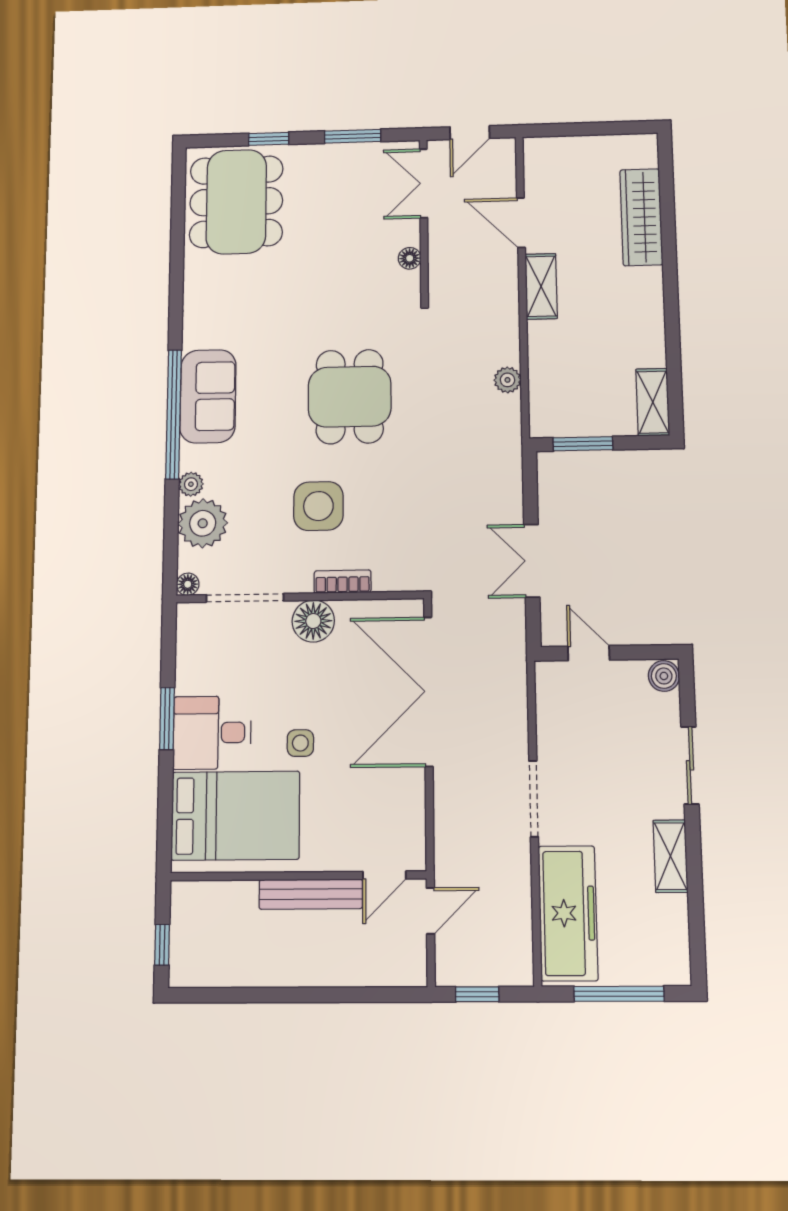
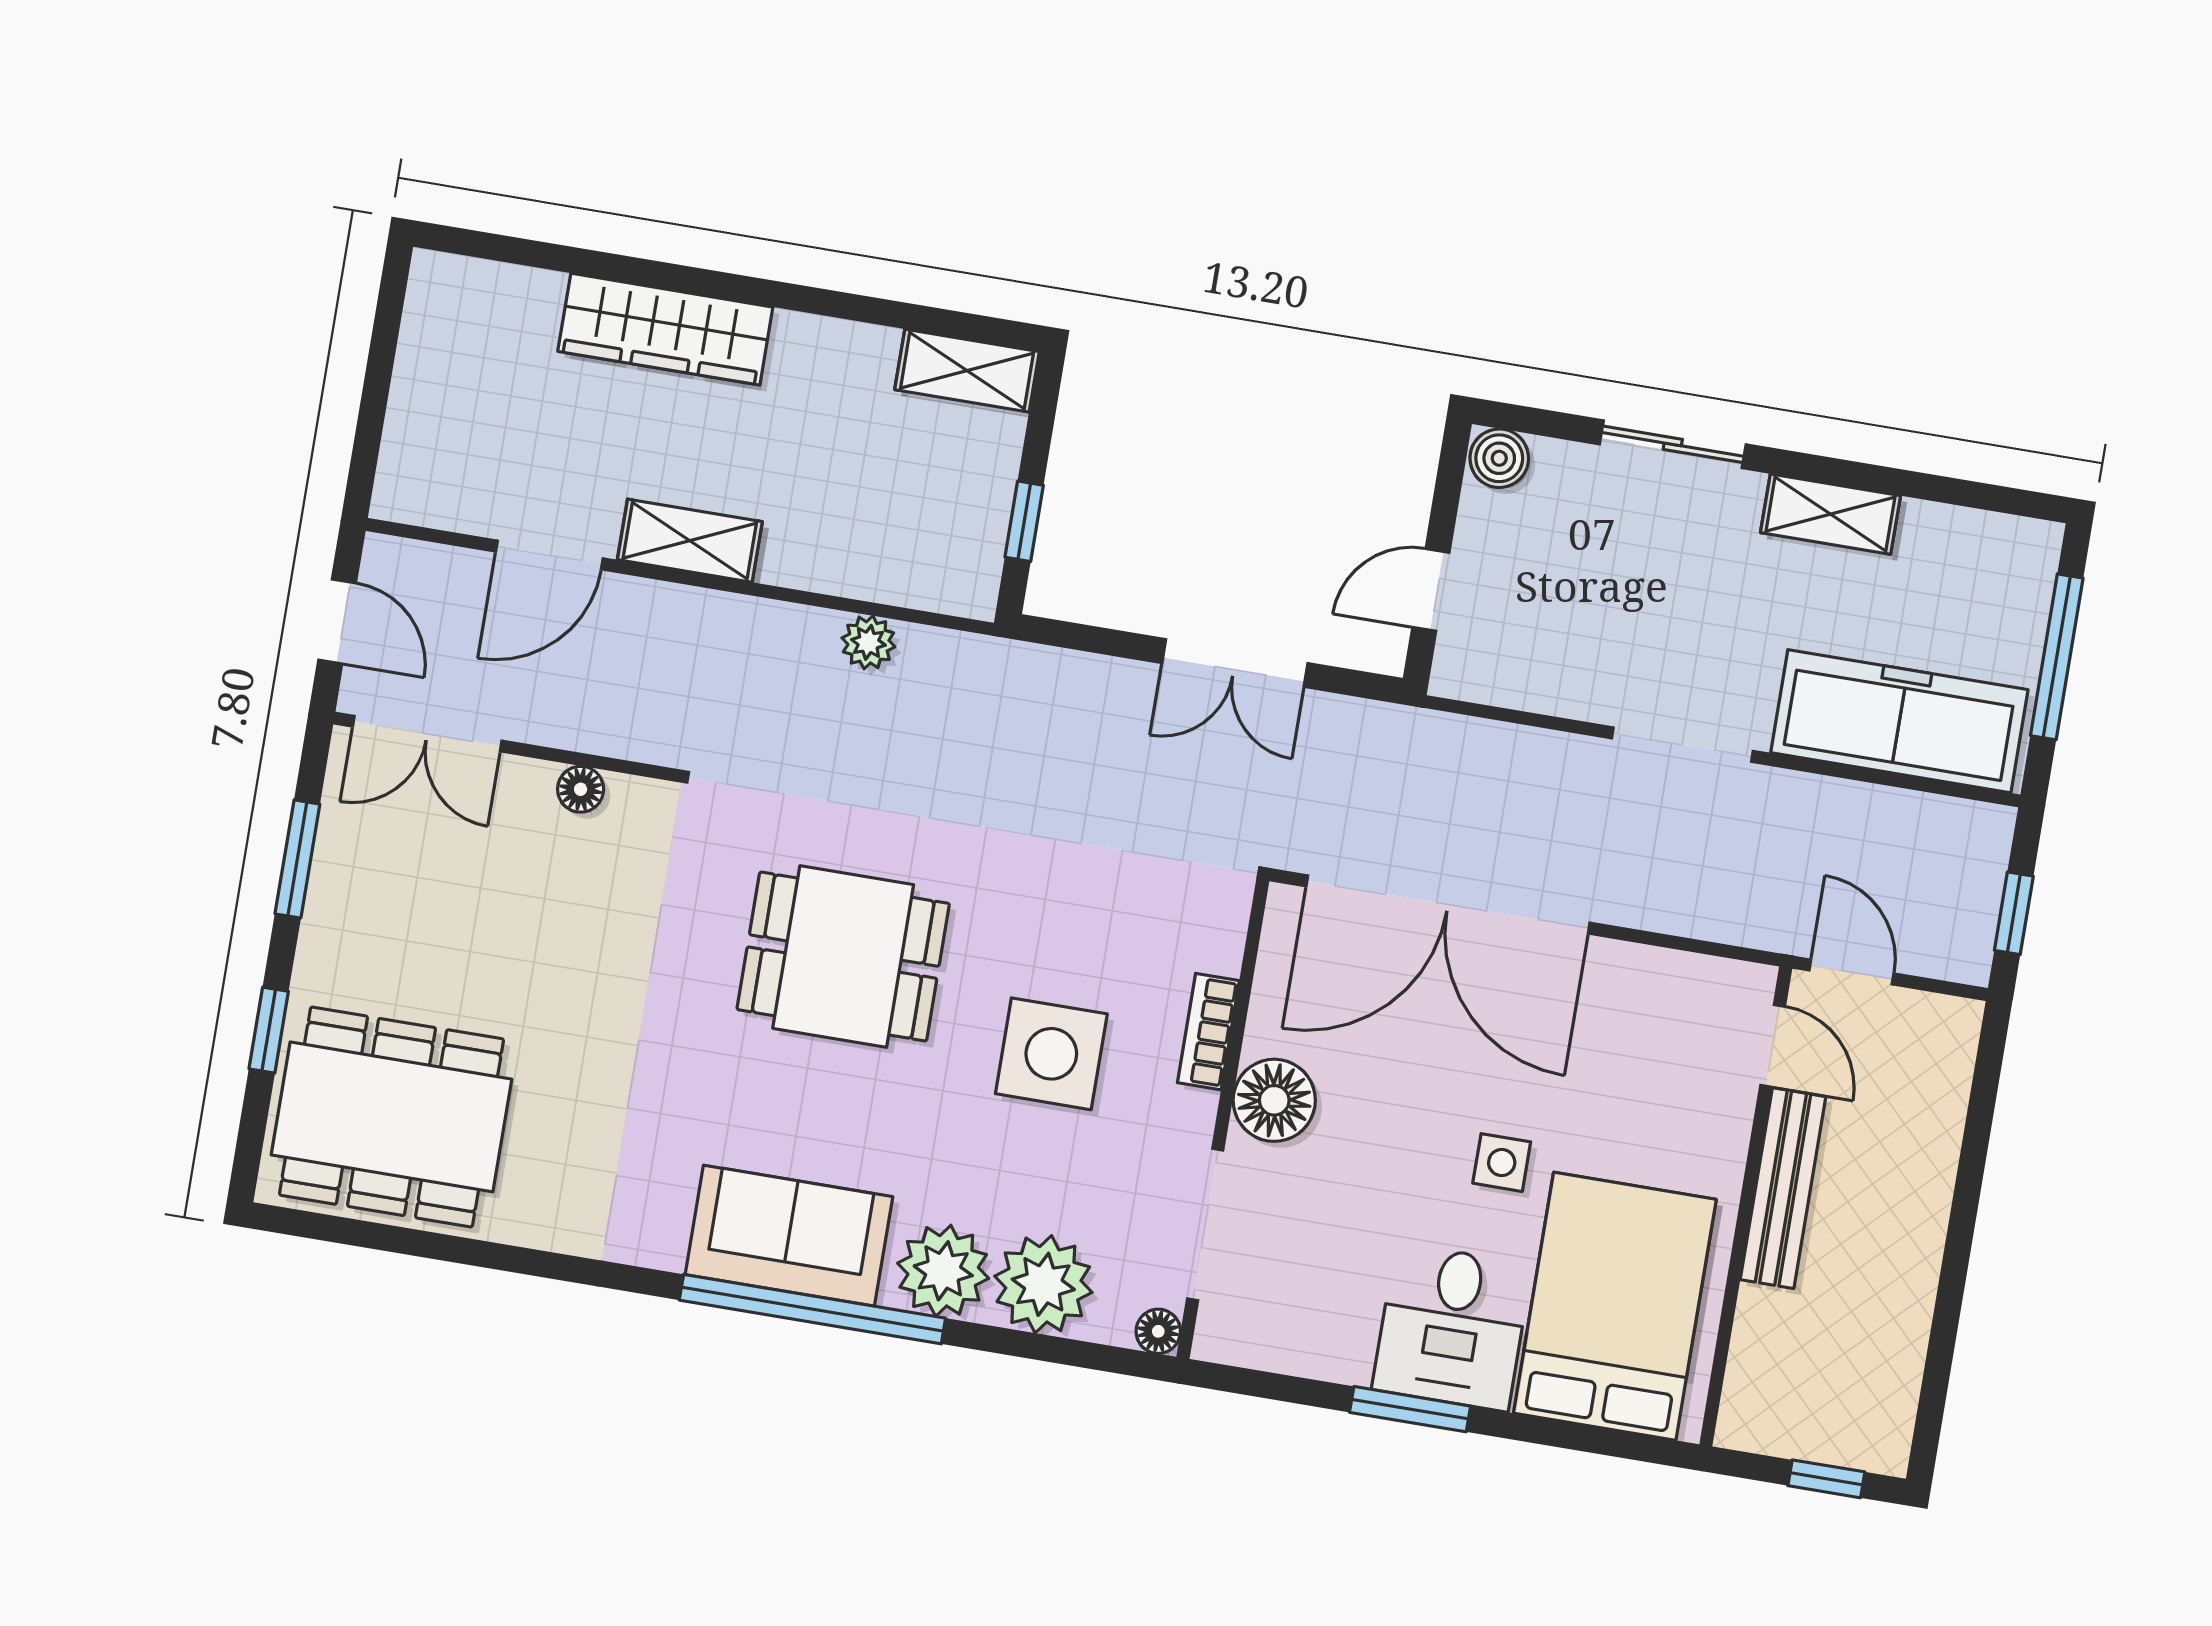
wardrobe: (641, 217) -> (665, 329), moved
window: (583, 444) -> (1024, 521), width x0.67
plant: (191, 484) -> (943, 1271), width x1.88, depth x1.88

